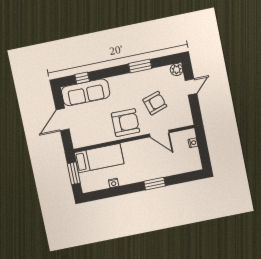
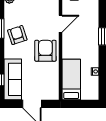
armchair: (155, 103) -> (17, 35), moved
window: (74, 173) -> (80, 104), removed

